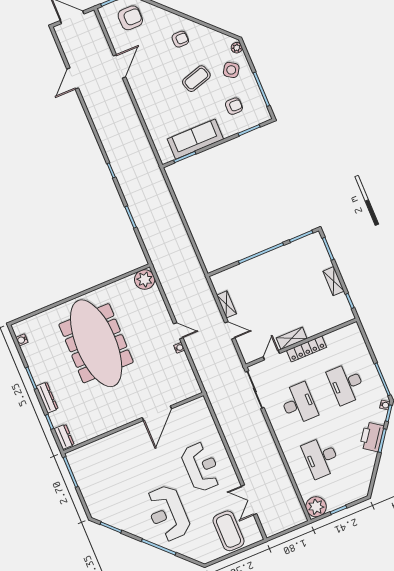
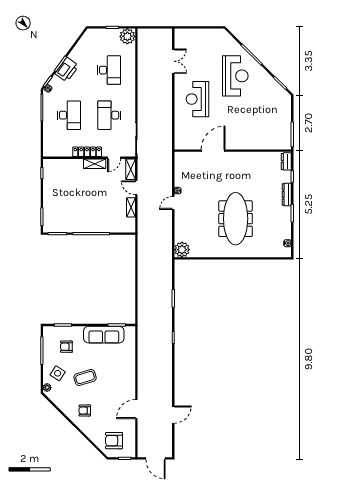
shelving: (334, 281) -> (131, 169), moved
door: (178, 331) -> (173, 203), hinge flipped
meeting table: (96, 343) -> (236, 219), width x0.73, depth x0.79
coffee table: (229, 531) -> (197, 45), removed

